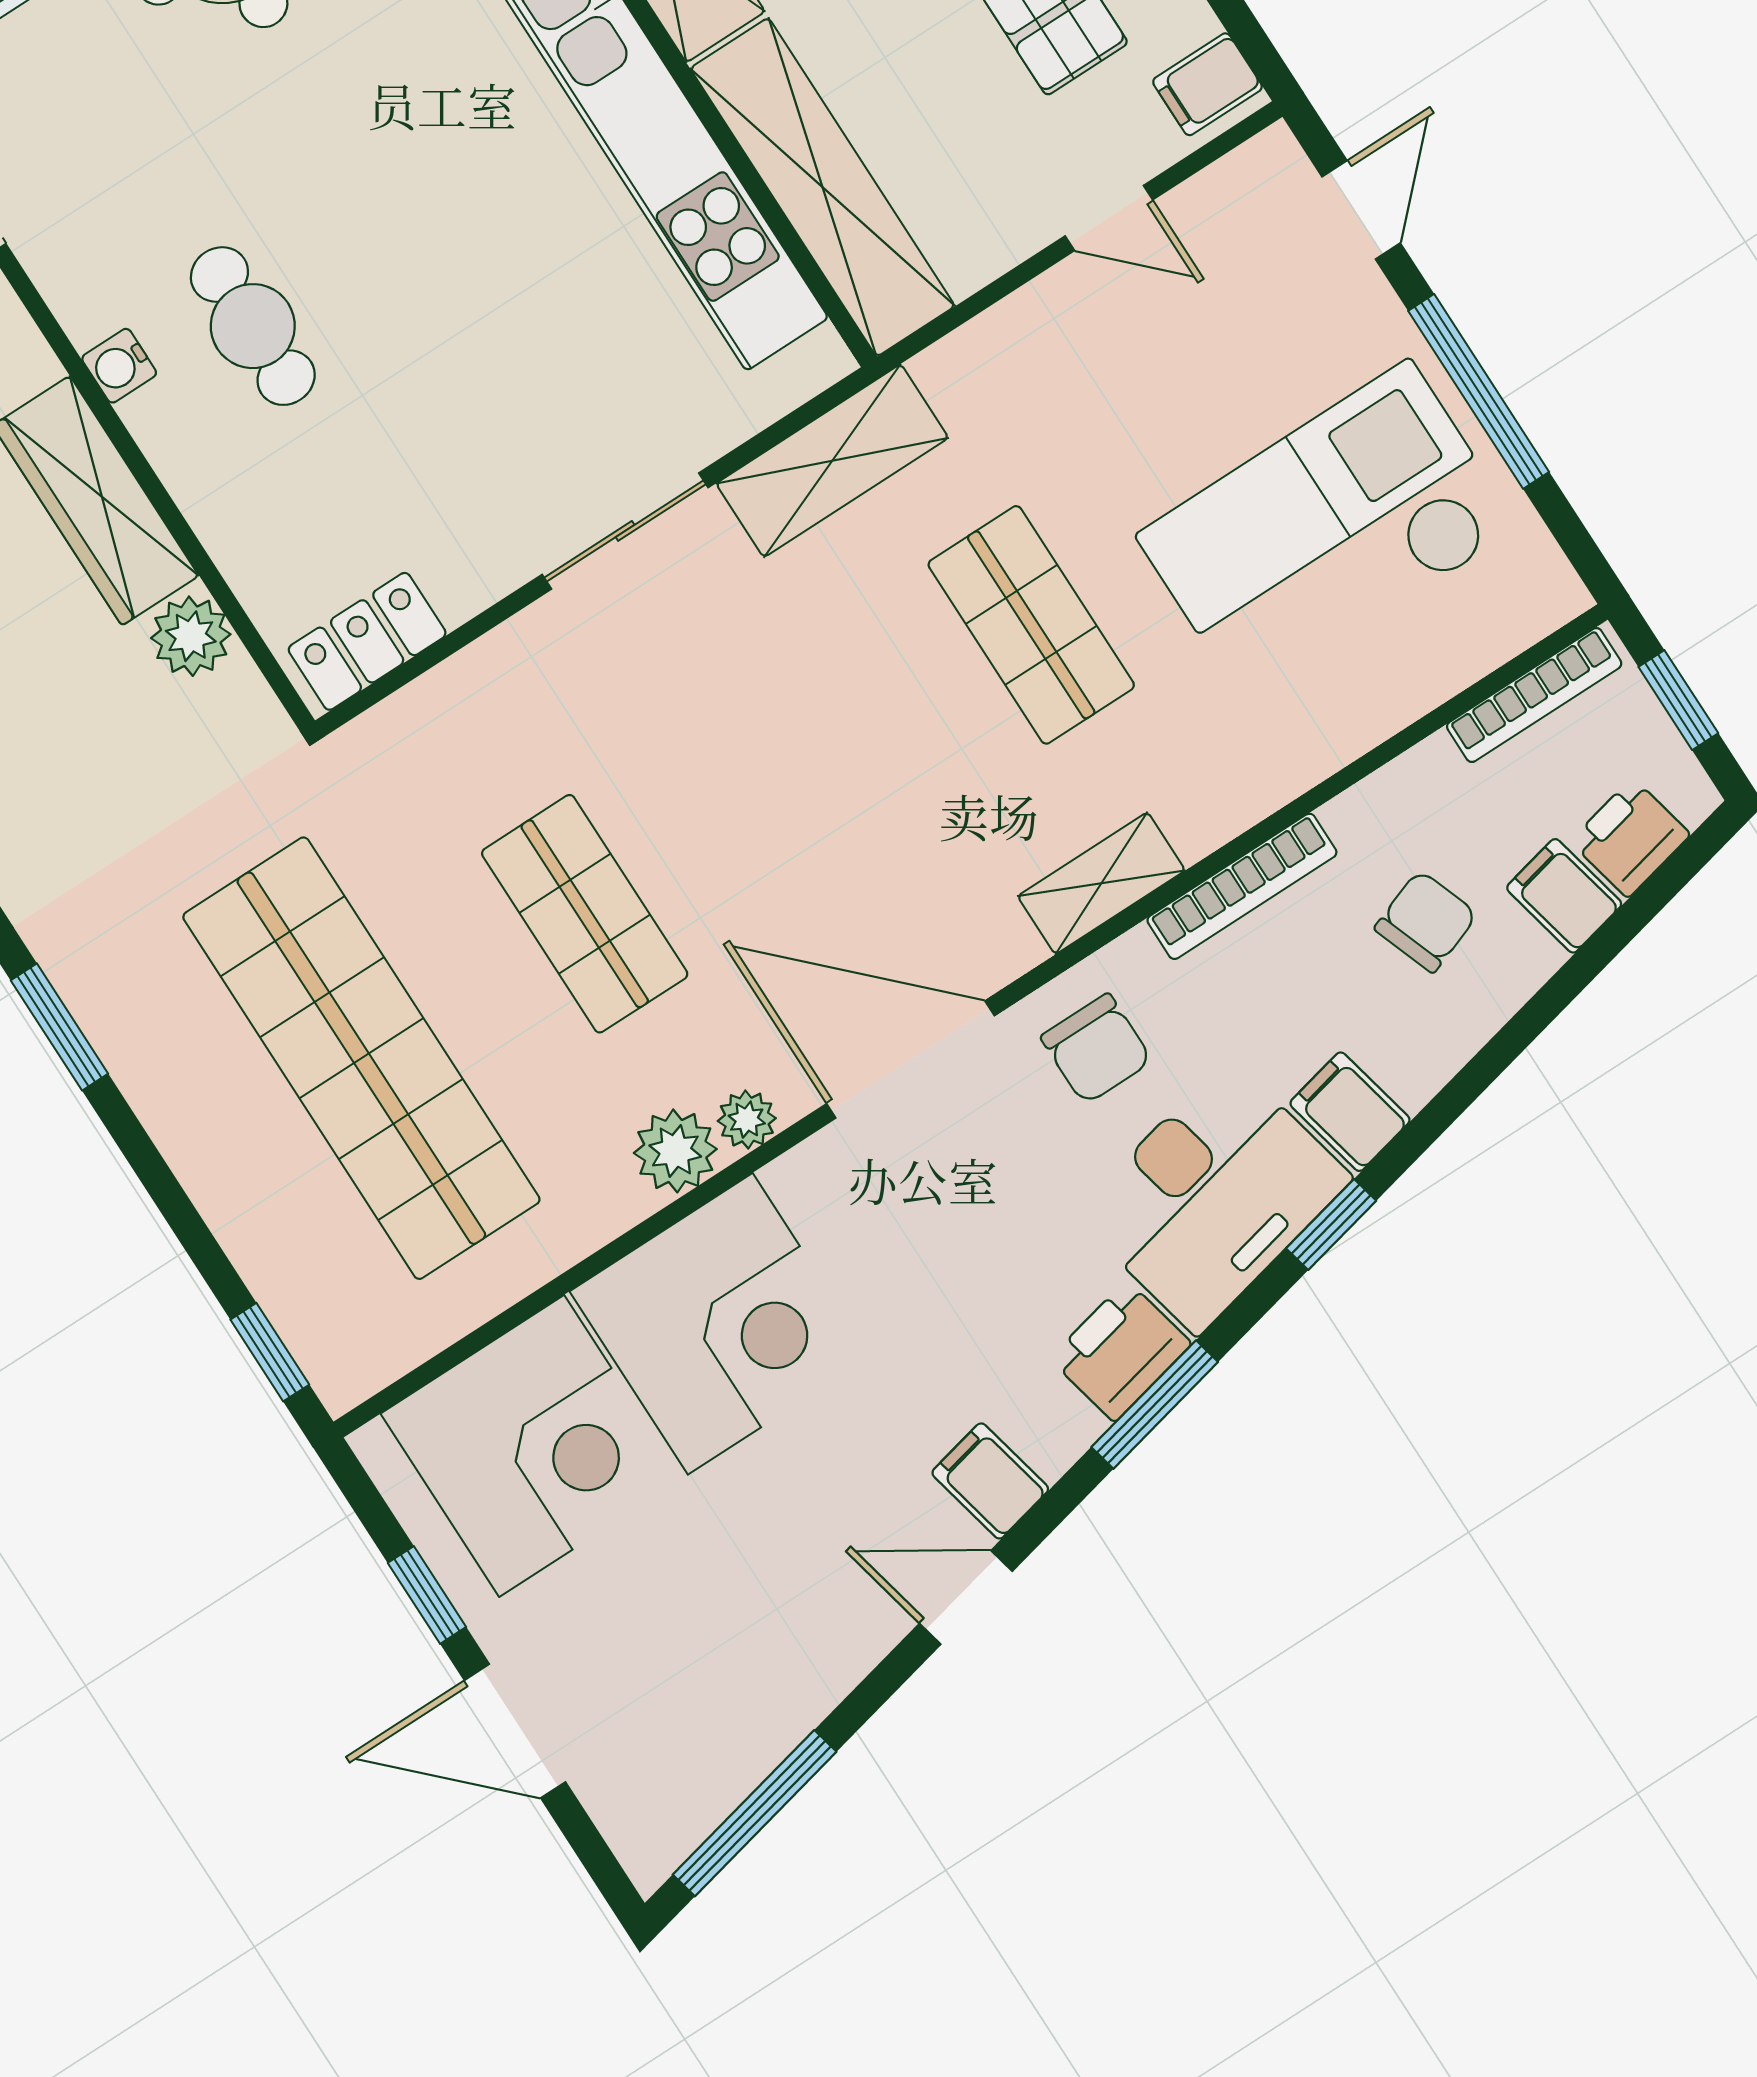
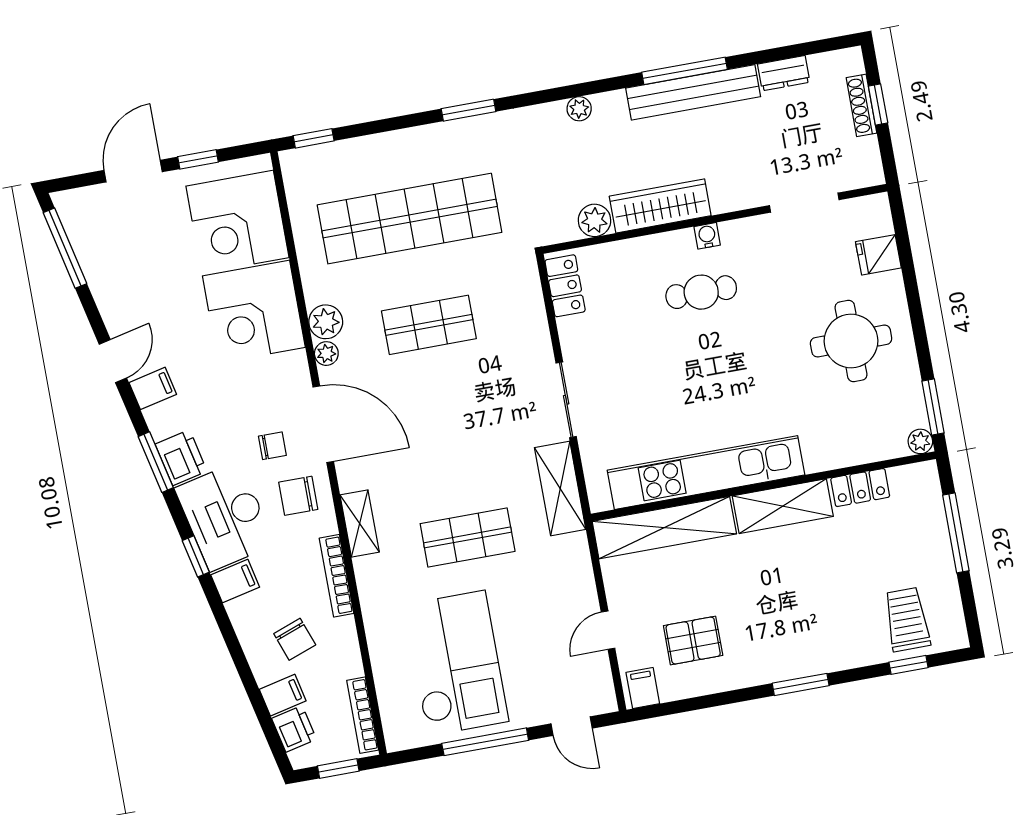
door: (910, 1060) -> (323, 424), hinge flipped
chair: (1007, 1155) -> (272, 446), added

